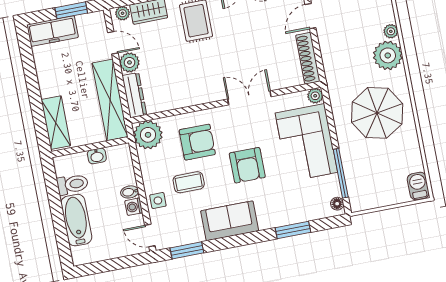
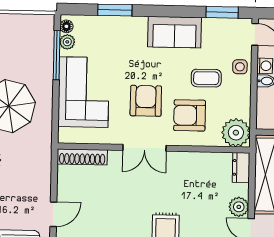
shoe rack: (308, 58) -> (82, 157), moved, turned 90
dresser: (134, 95) -> (241, 167), width x0.70
plant: (315, 96) -> (67, 42), moved
double door: (249, 98) -> (144, 148), moved
armchair: (247, 165) -> (146, 101), moved

